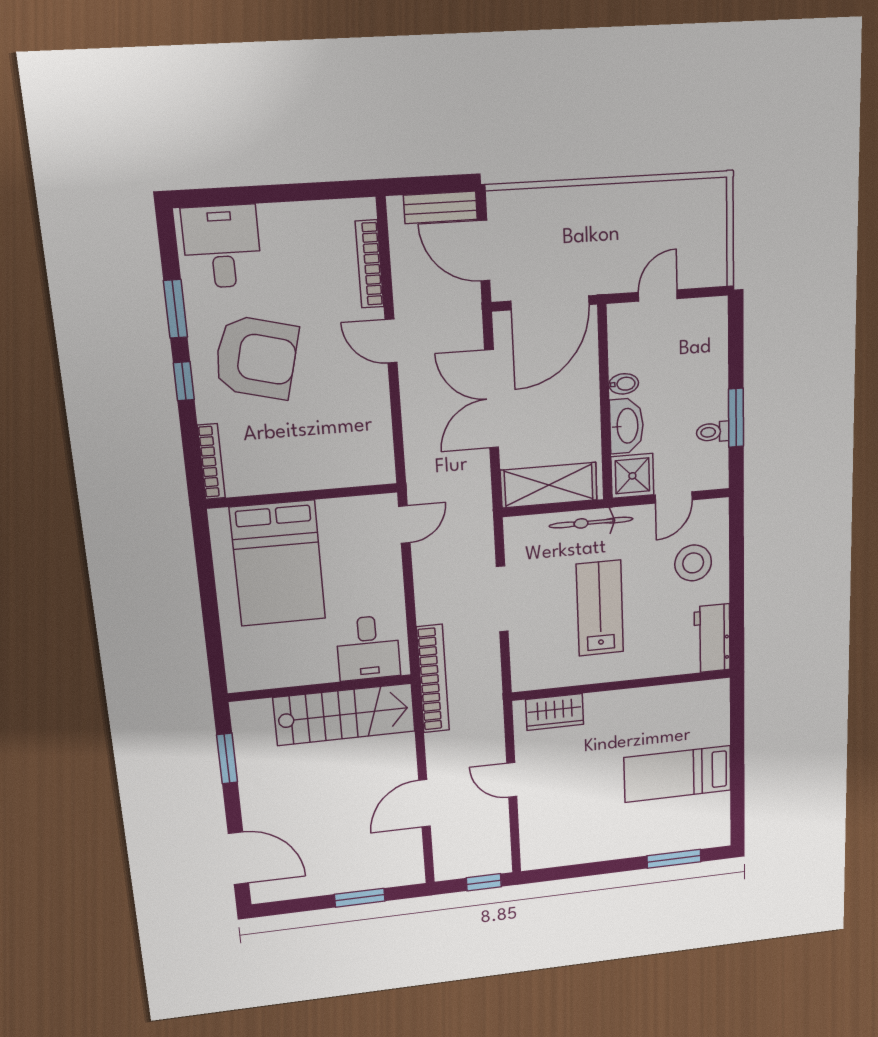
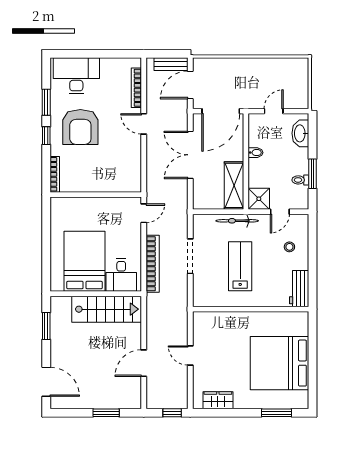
desk: (222, 247) -> (76, 76), width x1.37
door: (484, 251) -> (190, 85), hinge flipped
armchair: (256, 357) -> (80, 127), turned 76
washbasin: (627, 426) -> (300, 133), moved, turned 180
shelving: (549, 485) -> (234, 185), moved, turned 90
bed: (278, 563) -> (85, 261), moved, turned 180
stool: (693, 563) -> (289, 247), width x0.53, depth x0.53
bookcase: (433, 679) -> (153, 264), moved
wardrobe: (555, 712) -> (218, 400), moved, turned 180
bed: (678, 774) -> (280, 363), width x2.04

